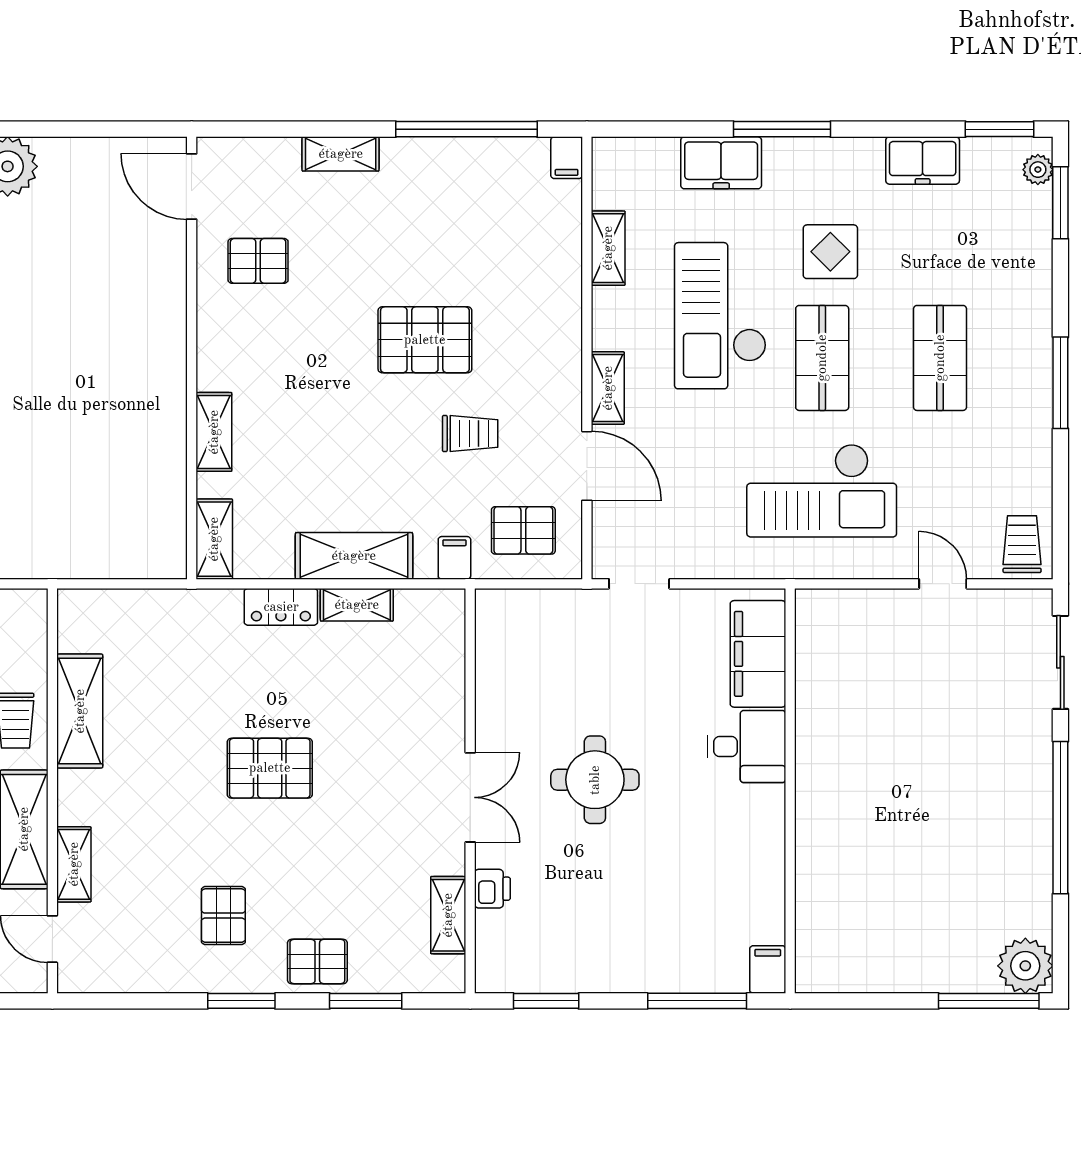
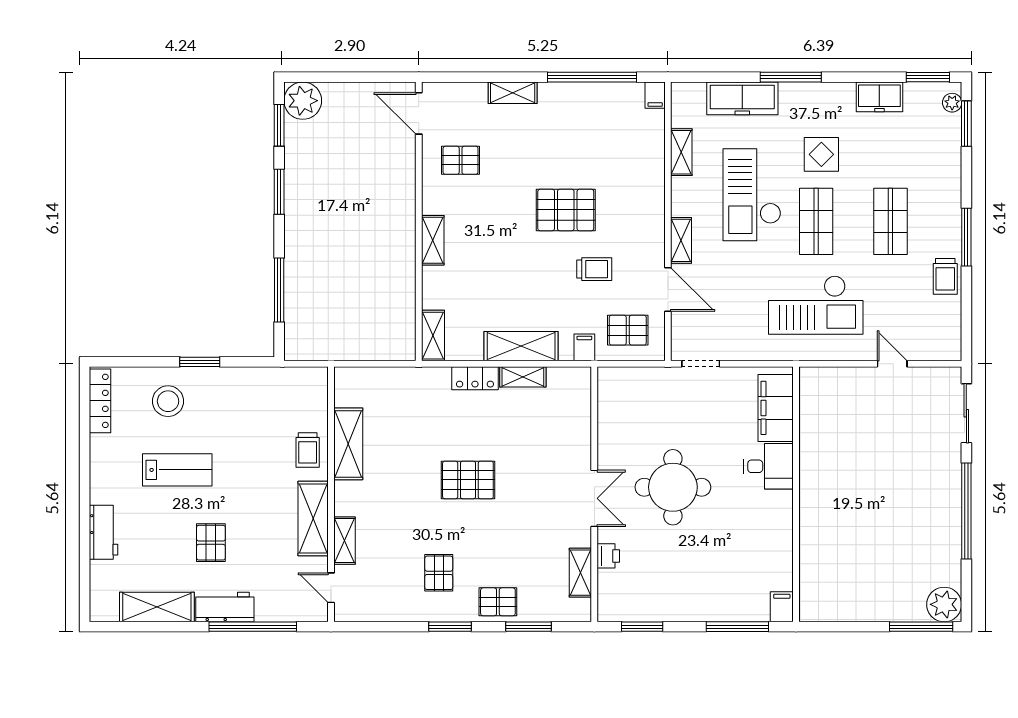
freezer: (721, 163) -> (742, 98), width x1.40
shelving: (214, 432) -> (433, 240), moved
trolley: (1022, 544) -> (945, 276), moved, turned 180
round table: (595, 780) -> (673, 487), width x1.36, depth x1.36

